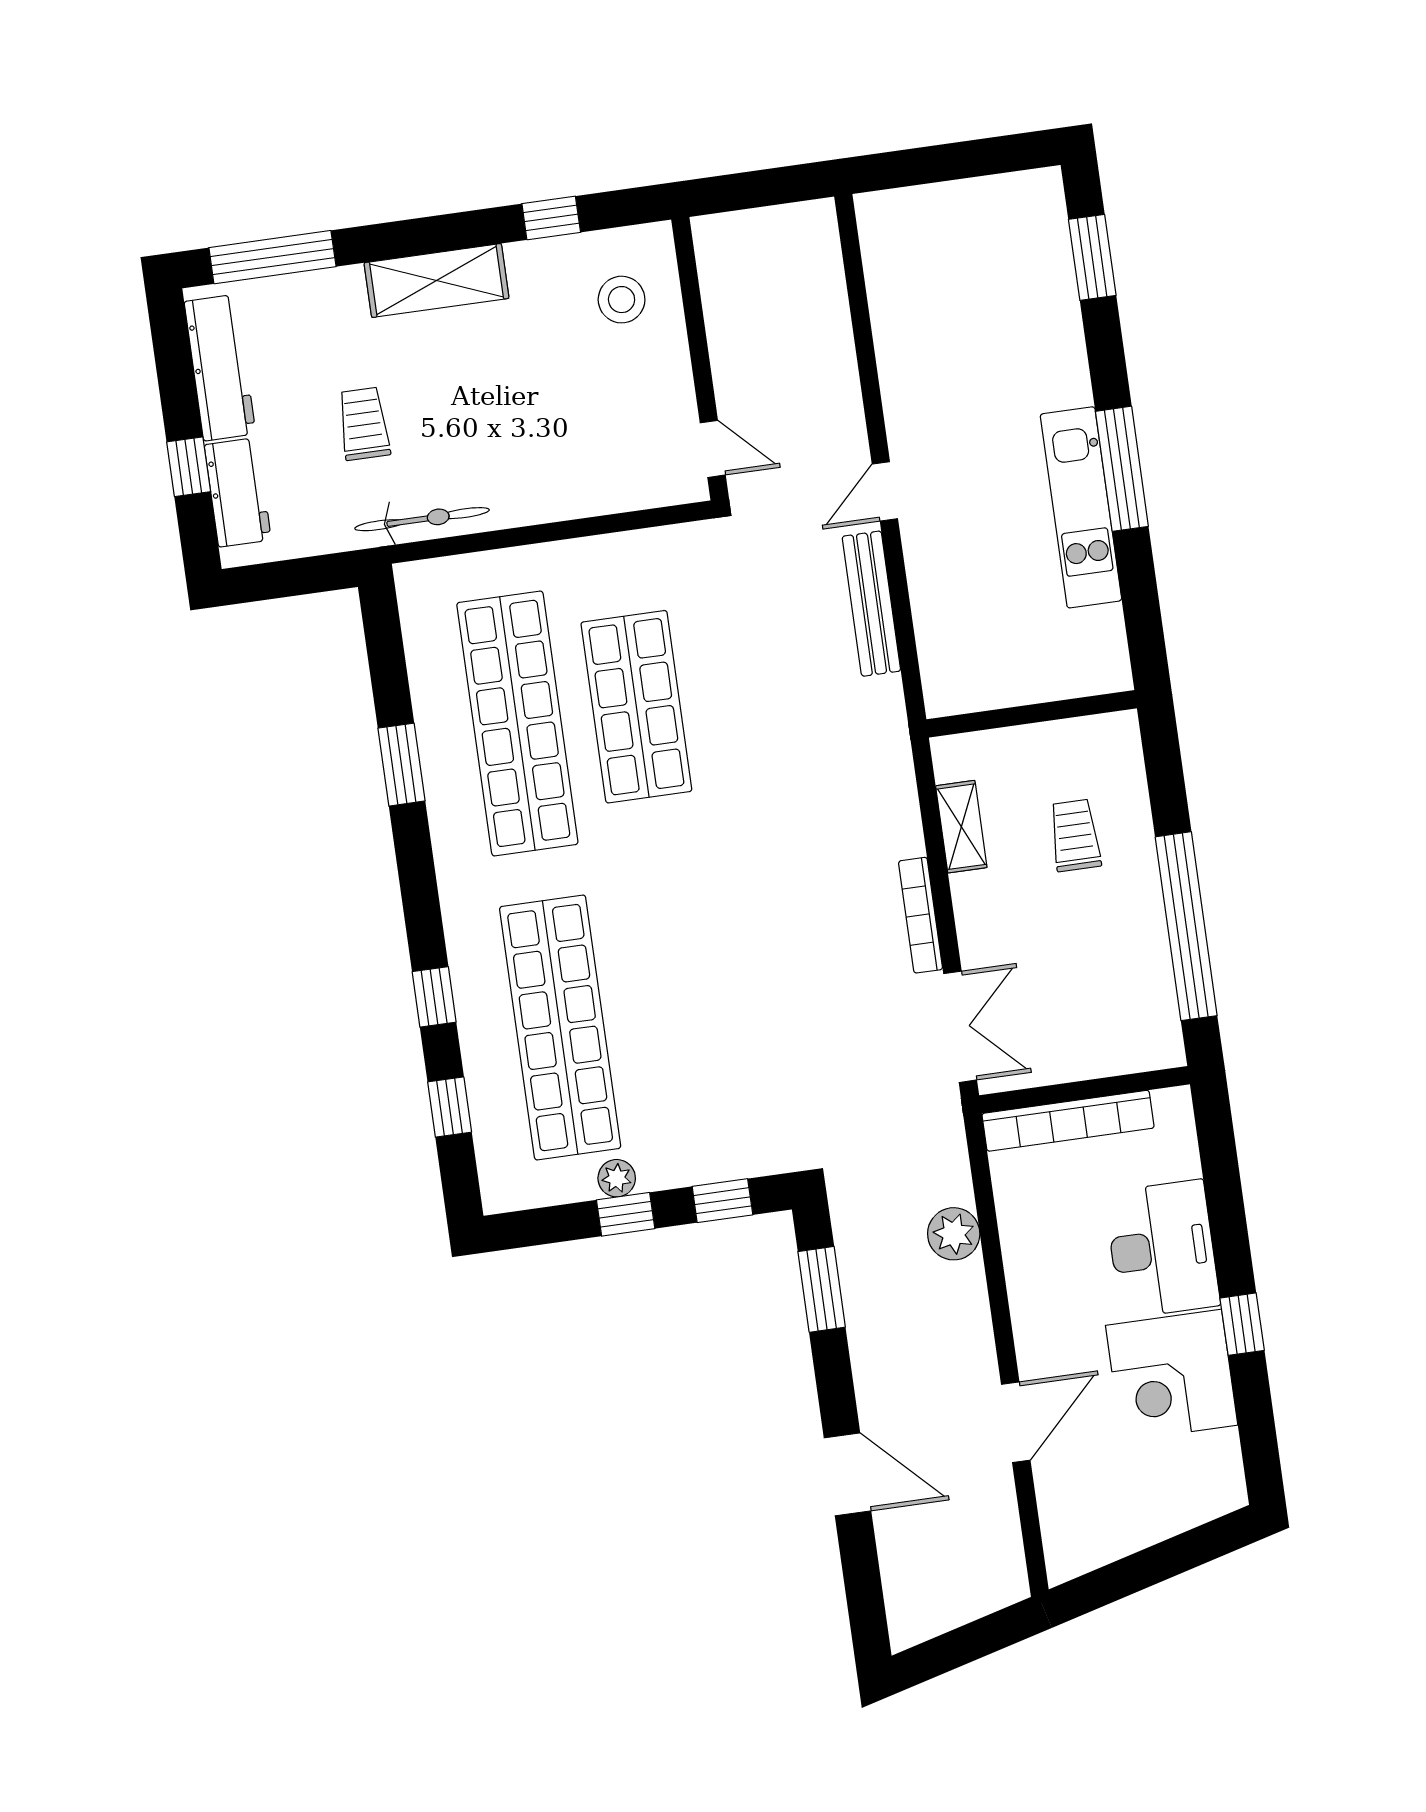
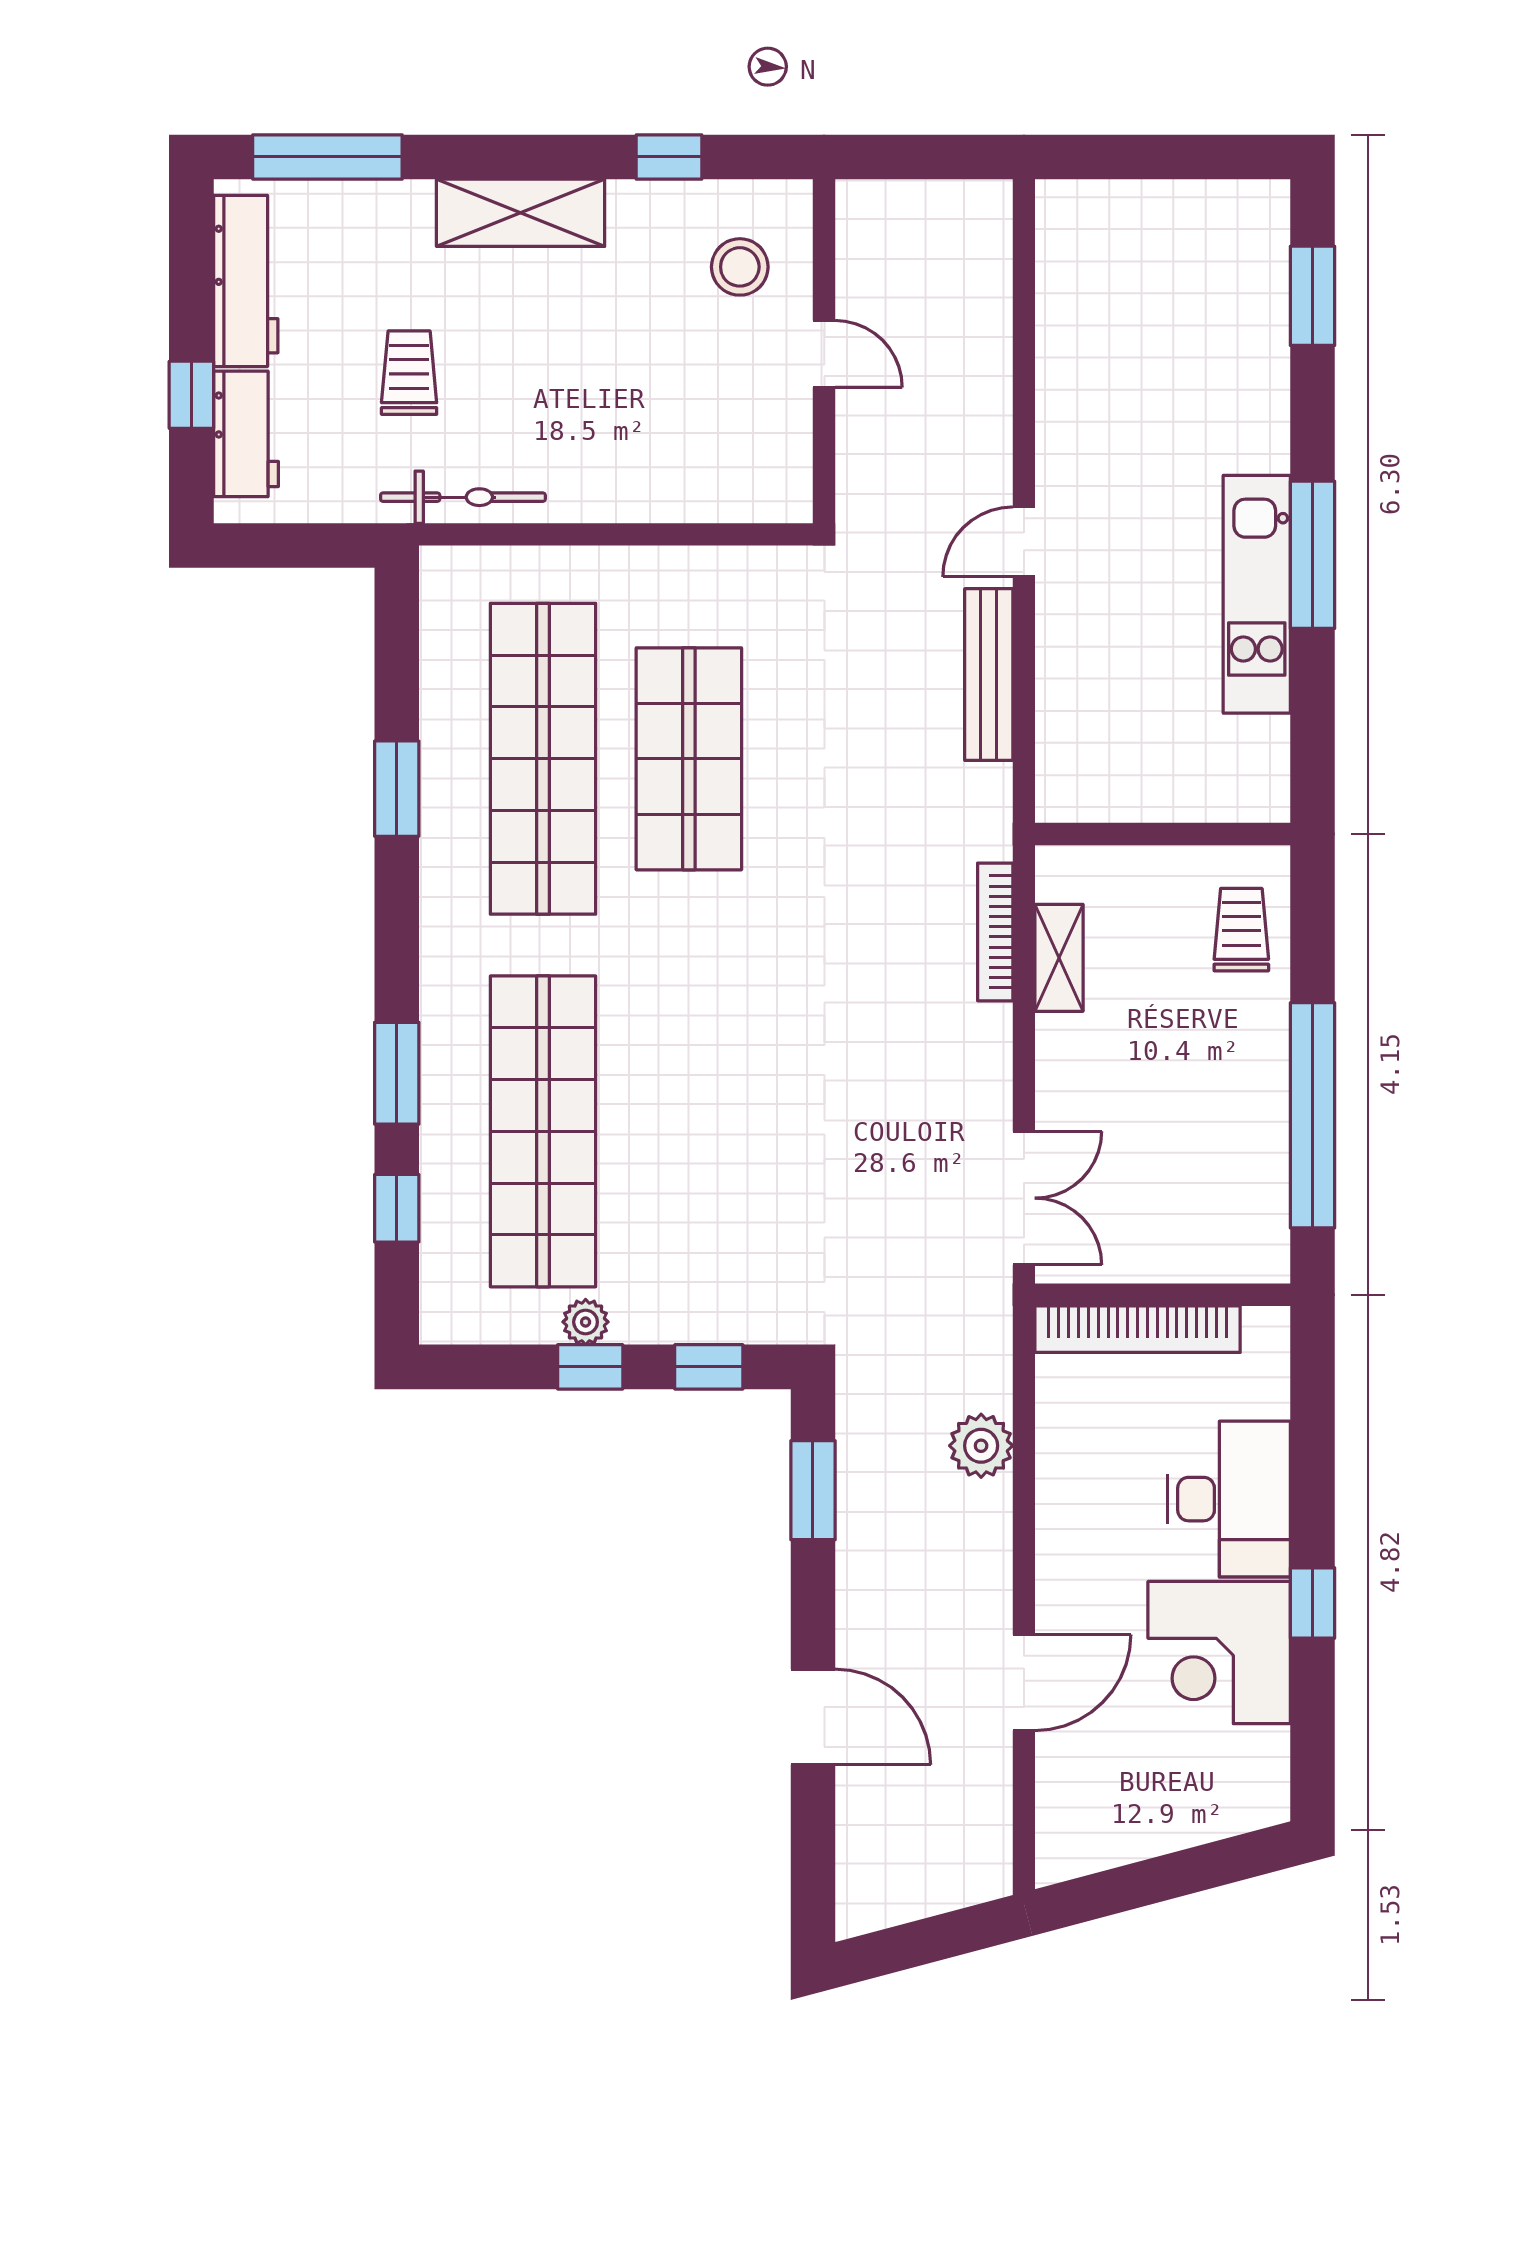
door: (713, 449) -> (824, 354), moved
trolley: (1075, 835) -> (1241, 930), moved
bookcase: (921, 915) -> (995, 932), moved
window: (434, 997) -> (397, 1073), width x1.50

